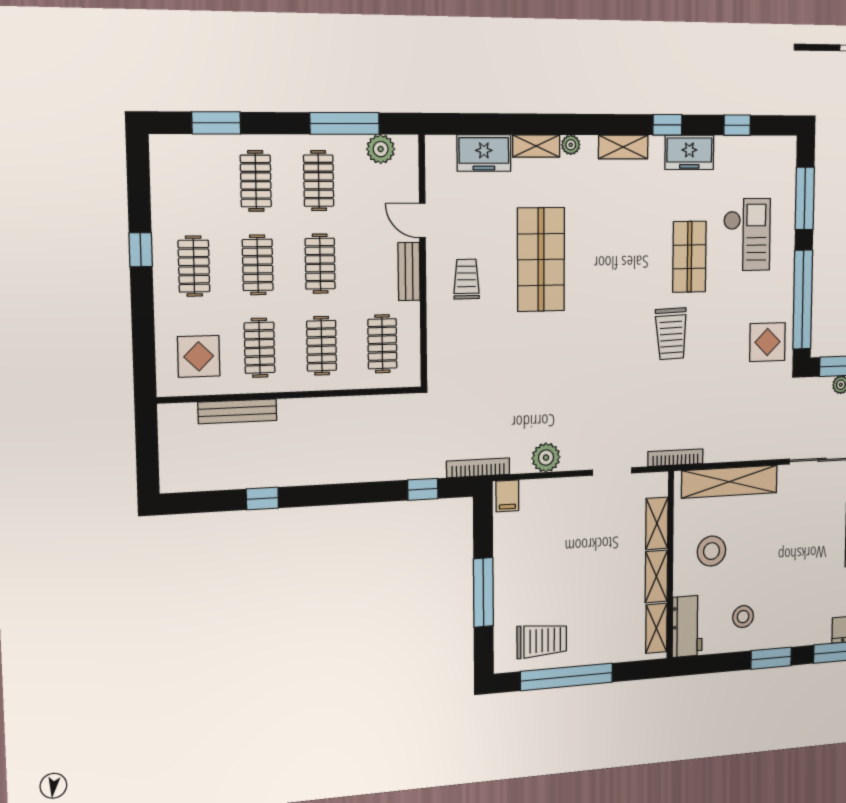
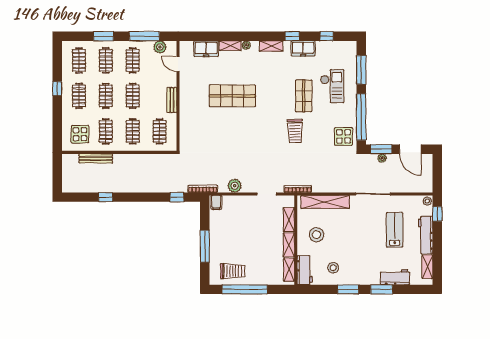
window: (216, 123) -> (103, 36), moved
clothes rail: (192, 181) -> (79, 60), added
door: (422, 220) -> (178, 64), moved
shop shelf: (541, 260) -> (232, 96), turned 90
trolley: (467, 279) -> (198, 104), removed

